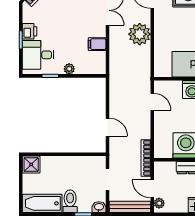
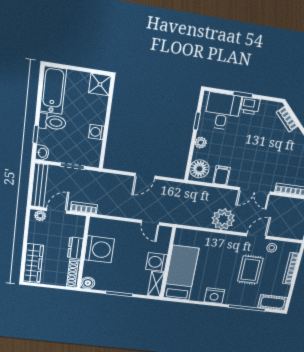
floor lamp: (94, 65) -> (199, 169), added
door: (152, 102) -> (150, 223), hinge flipped
door: (108, 127) -> (145, 176), moved
bookcase: (146, 158) -> (84, 208), width x0.64
washing machine: (73, 162) -> (97, 132), added

